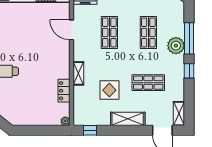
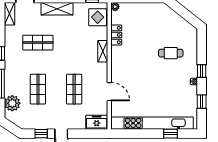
plant: (176, 46) -> (12, 103), moved
display table: (109, 90) -> (98, 17), moved

